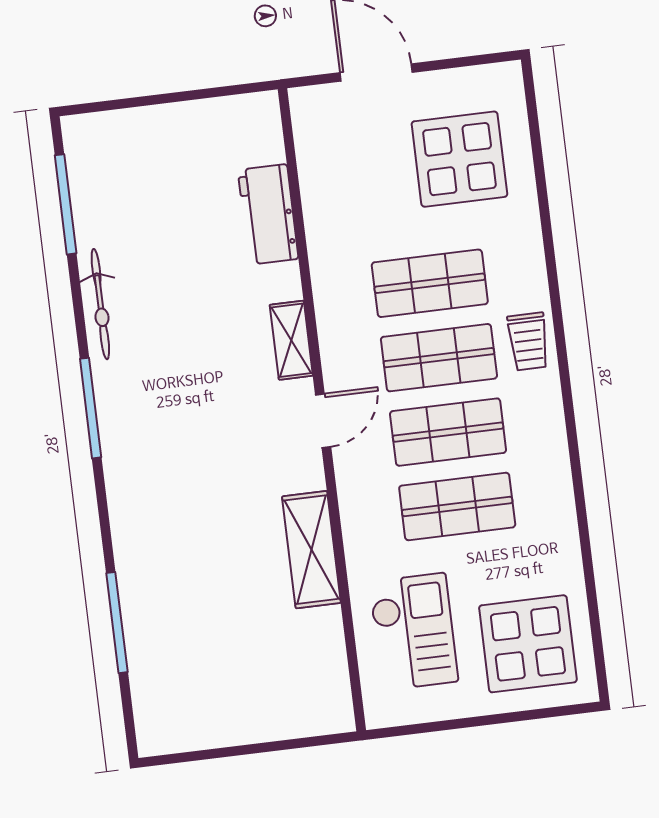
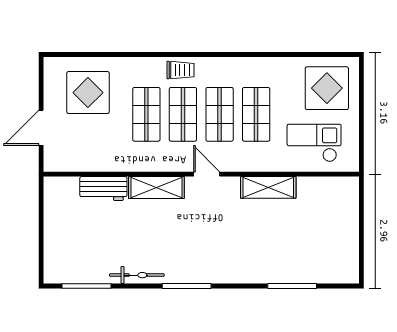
shelving: (291, 340) -> (156, 188), width x1.50, depth x1.33

